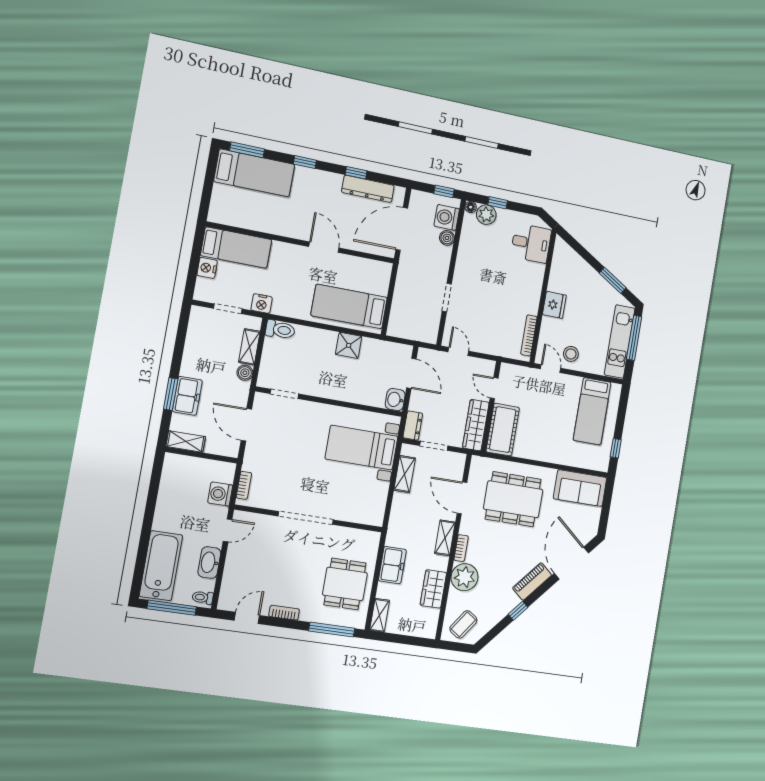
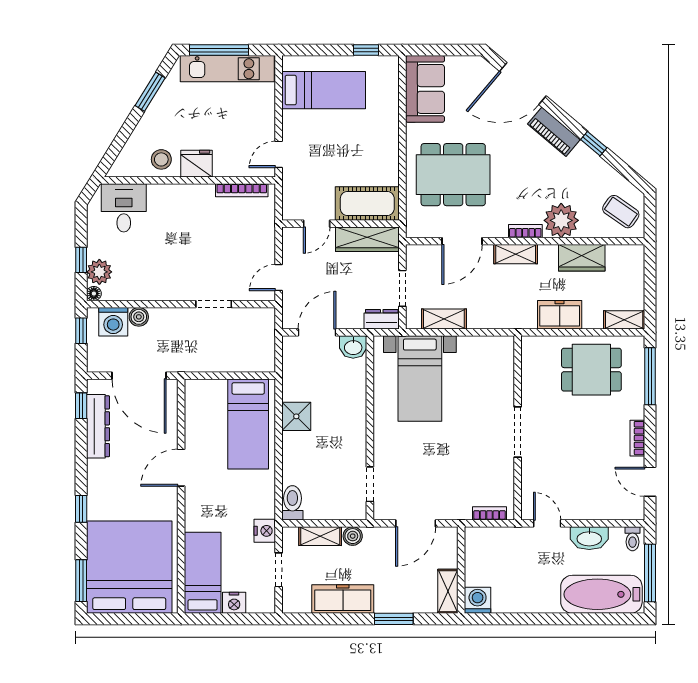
bed: (254, 173) -> (129, 567), width x2.04
window: (356, 173) -> (81, 406), moved
stool: (571, 354) -> (161, 159), moved
freezer: (187, 396) -> (343, 599), moved, width x1.40
washing machine: (220, 494) -> (478, 600), moved, turned 180
dining table: (513, 499) -> (453, 175), turned 90
doorway: (306, 518) -> (518, 432), width x0.73

